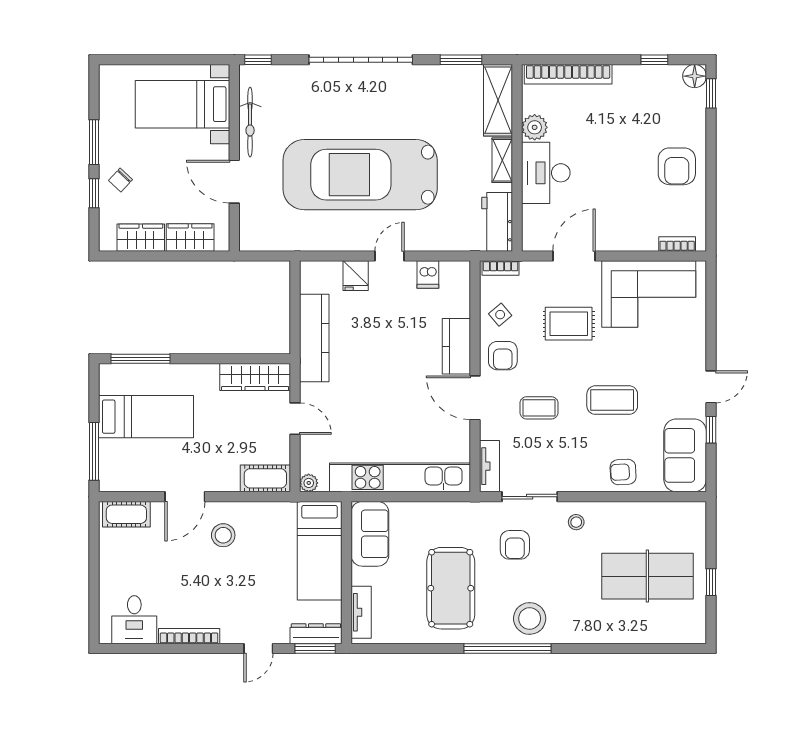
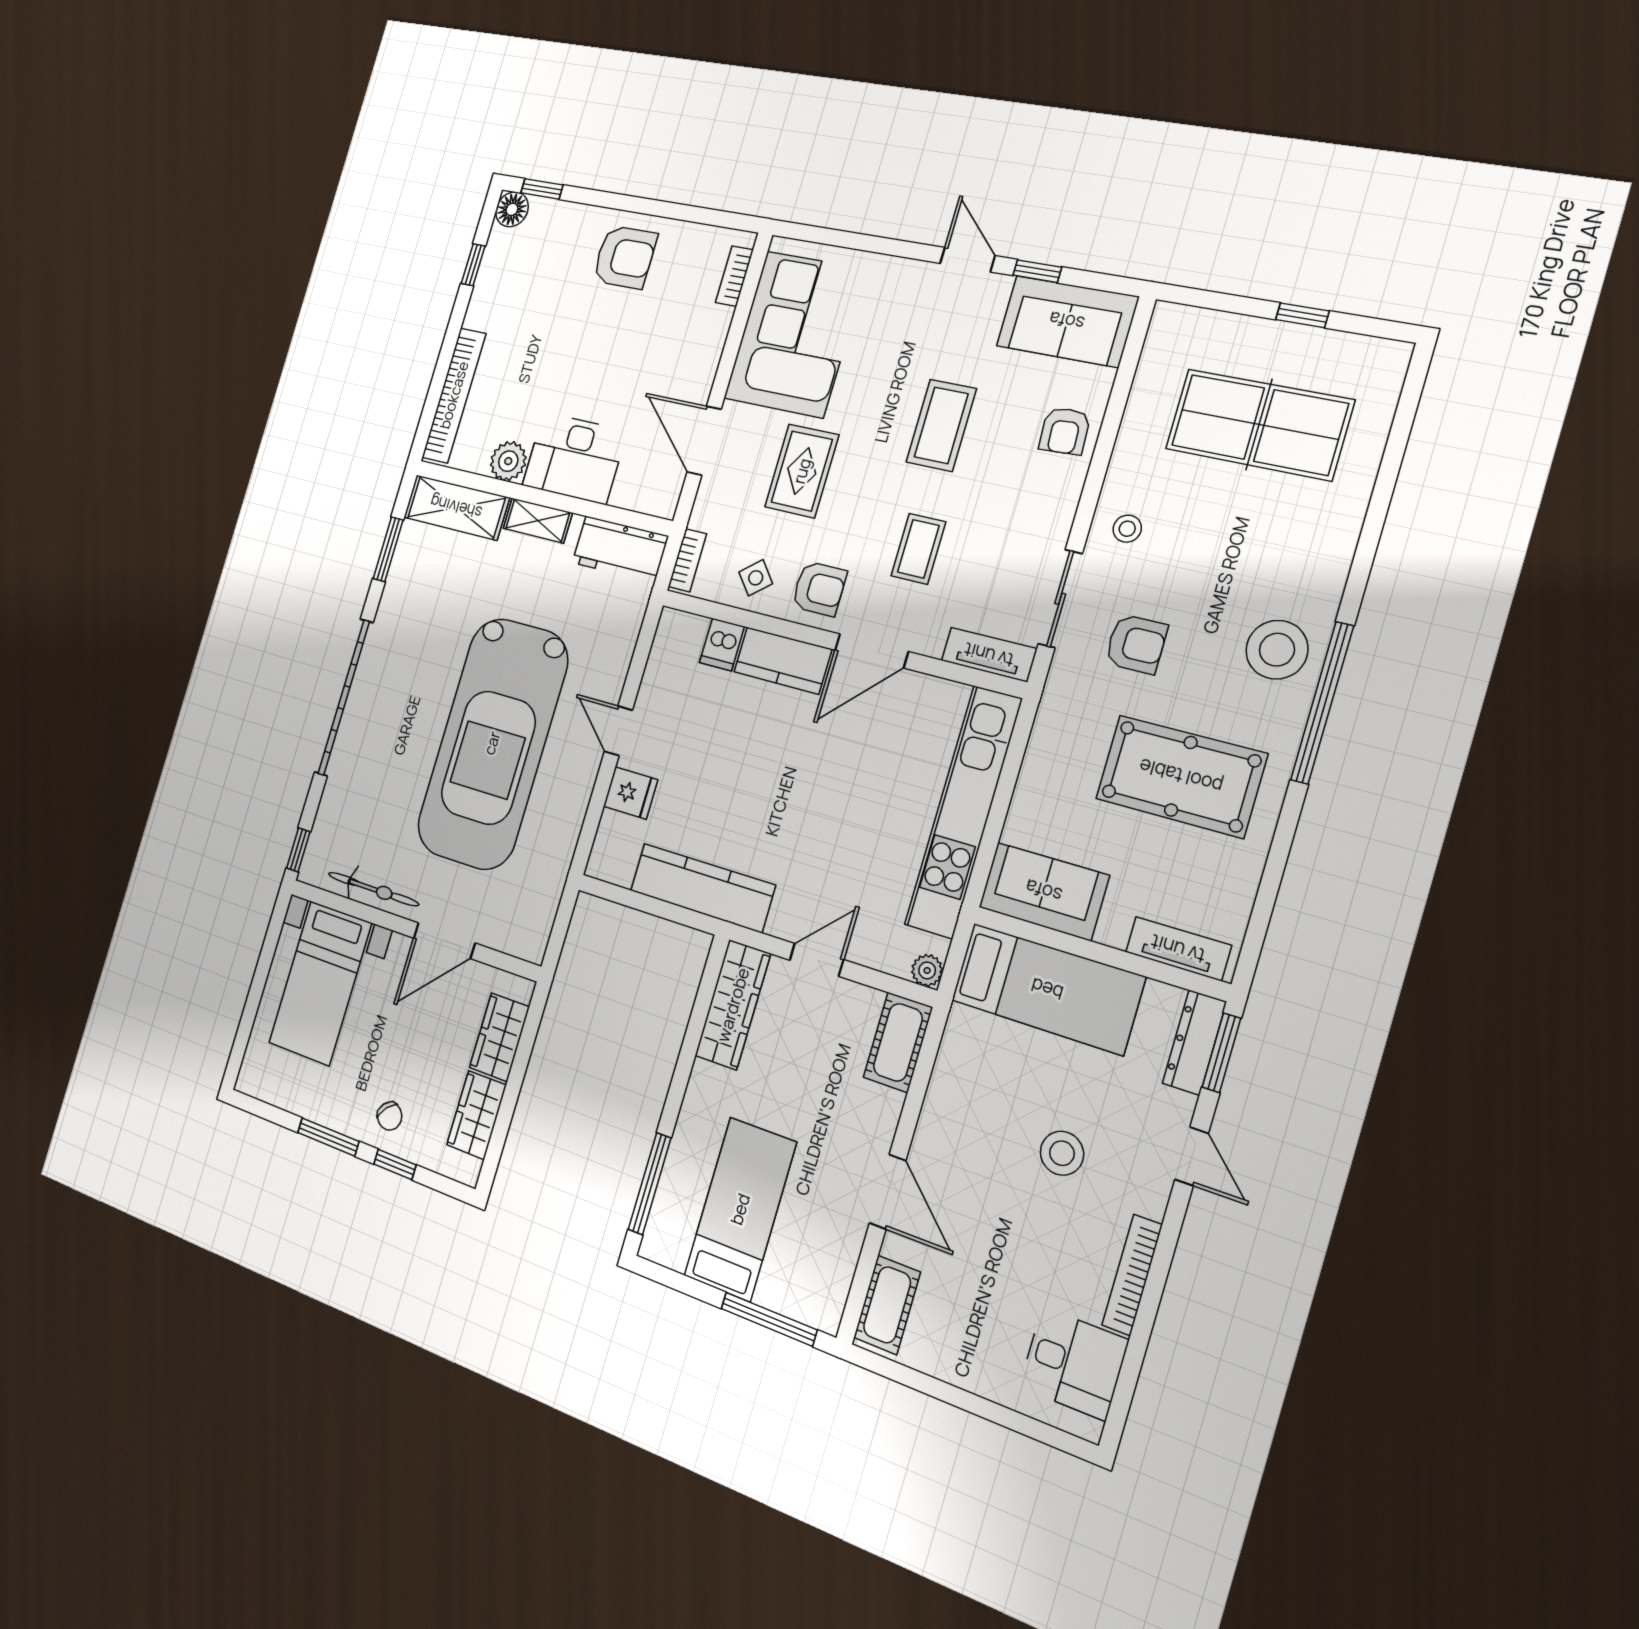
dishwasher: (428, 275) -> (722, 645), moved, turned 90
stool: (223, 535) -> (1062, 1153), moved
table tennis table: (647, 576) -> (1259, 425), turned 90

